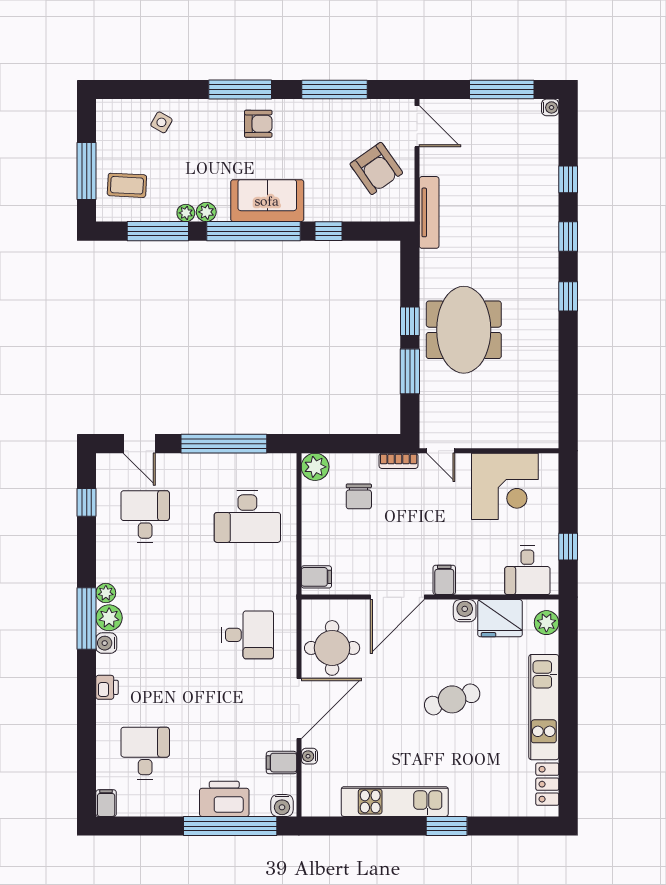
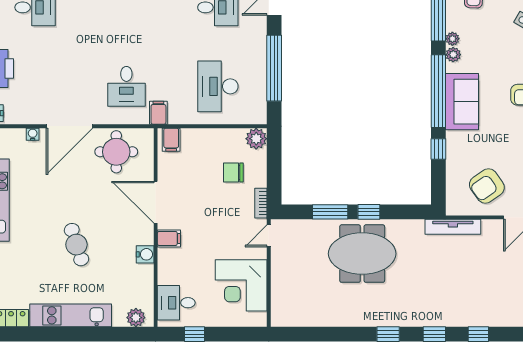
fridge: (500, 618) -> (139, 282), removed
door: (299, 709) -> (69, 126), hinge flipped
filing cabinet: (282, 763) -> (158, 113), moved

